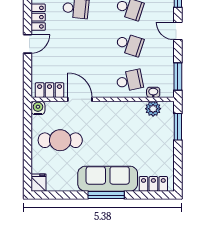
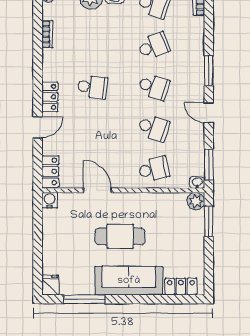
locker: (50, 90) -> (50, 171), moved, turned 90
washbasin: (153, 92) -> (197, 182), moved
plant: (153, 109) -> (196, 201), moved
cafe table: (60, 140) -> (120, 236), moved
window: (106, 195) -> (84, 299), moved

